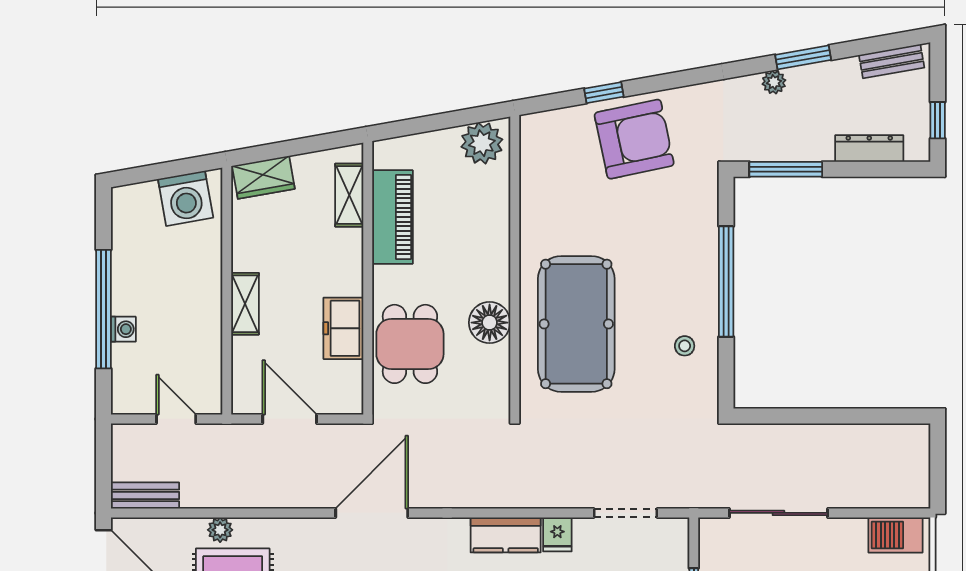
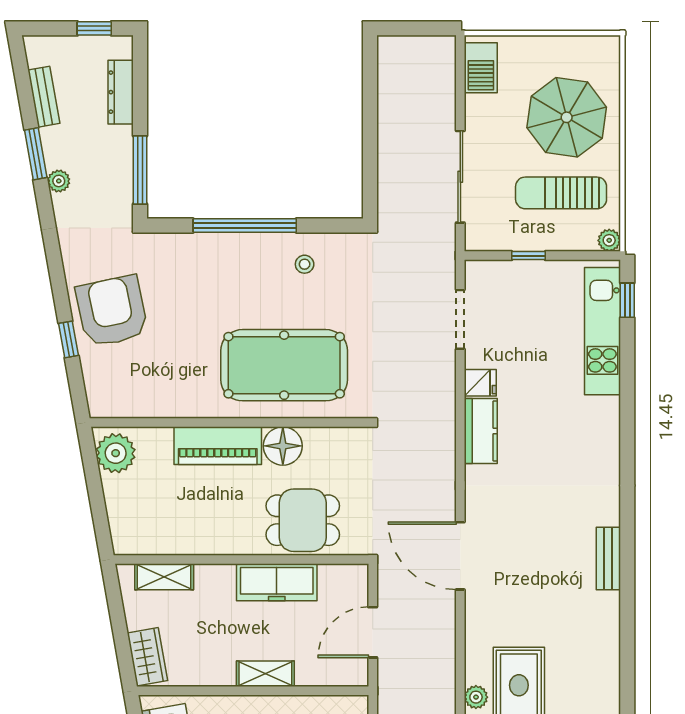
bench: (892, 61) -> (44, 97), moved
piano: (393, 217) -> (218, 446), moved, turned 180
freezer: (343, 328) -> (277, 582), width x1.40

